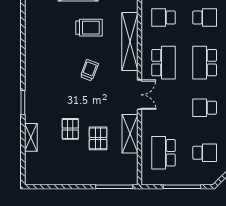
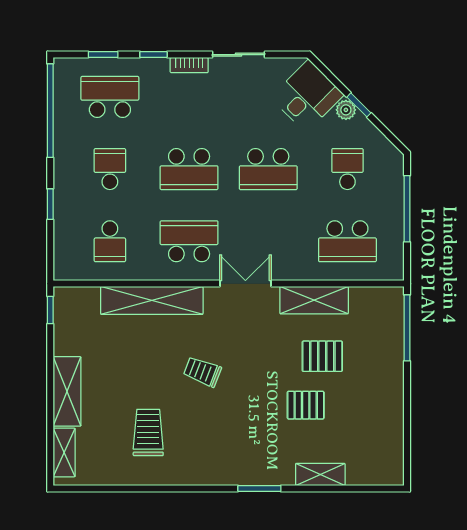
trolley: (89, 28) -> (148, 433), moved
school desk: (205, 108) -> (268, 169), width x1.85

